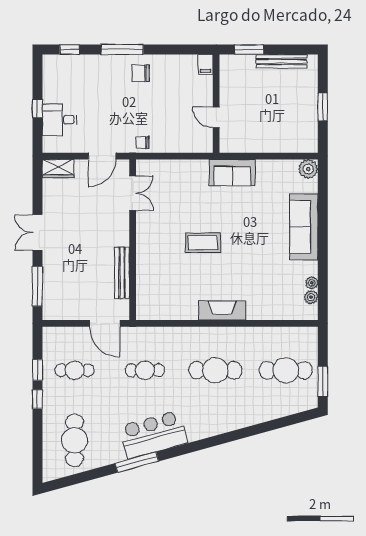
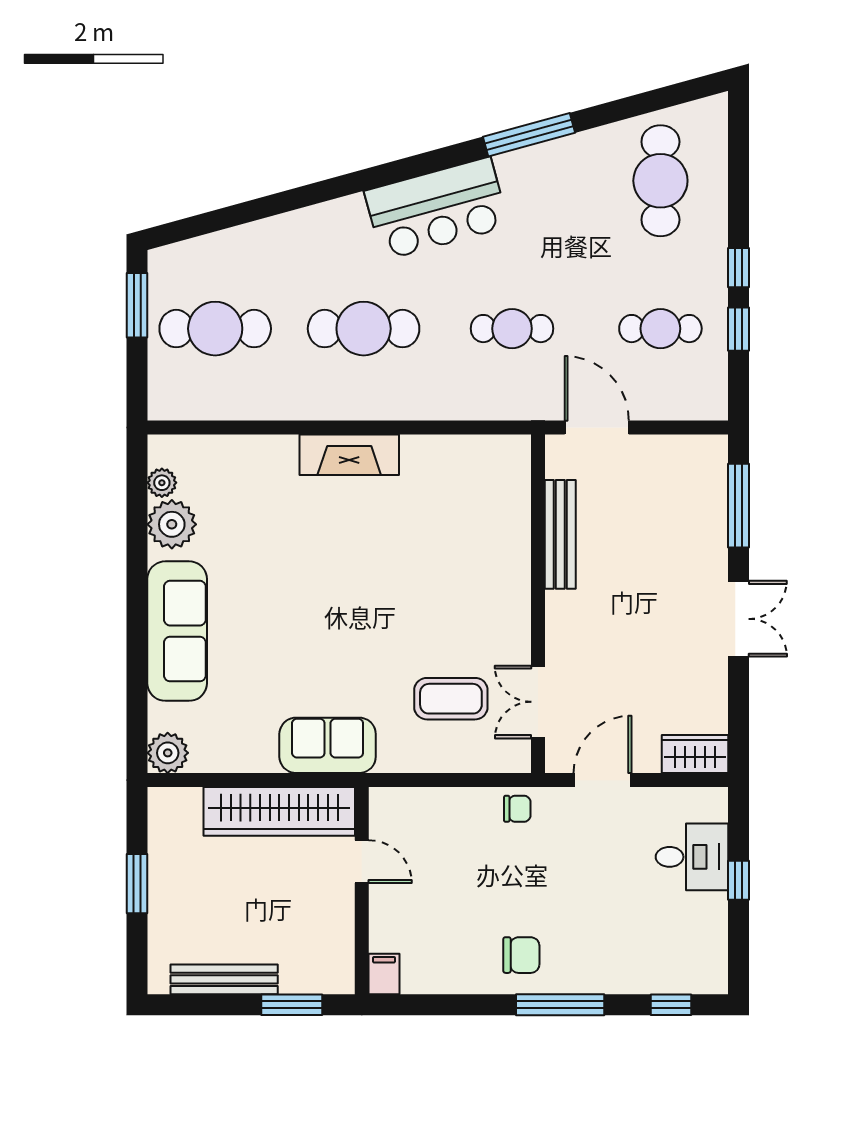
wardrobe: (255, 141) -> (279, 811), added
coffee table: (203, 243) -> (451, 699), moved
plant: (312, 283) -> (172, 524), width x1.87, depth x1.87
bar counter: (153, 435) -> (437, 209), moved

